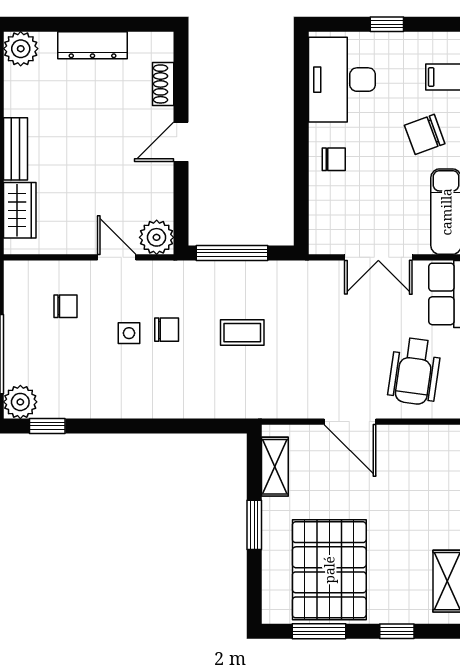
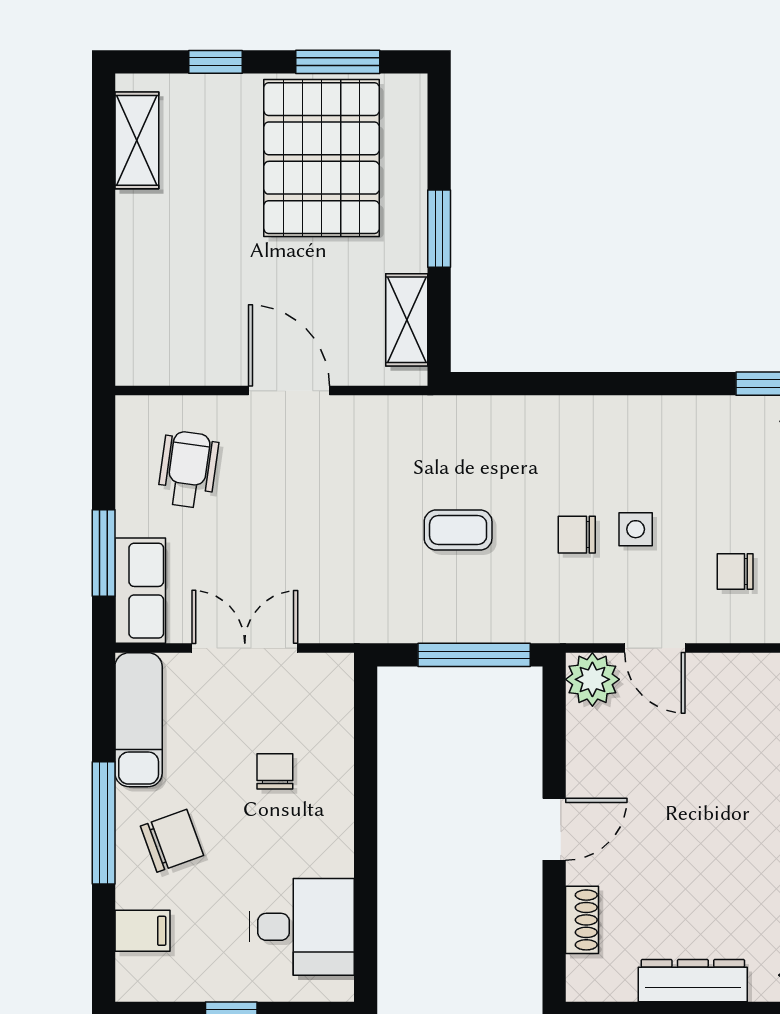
desk: (342, 80) -> (302, 927), width x0.73
chair: (334, 159) -> (275, 771), moved, turned 90
wheelchair: (414, 371) -> (188, 469), width x0.73, depth x0.73

